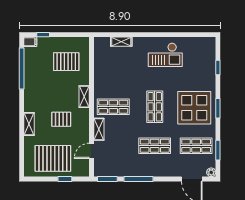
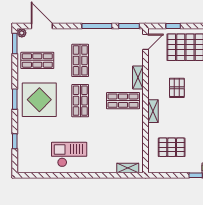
shelving: (121, 42) -> (128, 168), moved
pallet: (61, 119) -> (177, 88), turned 90
shop shelf: (155, 146) -> (80, 60), turned 90
window: (218, 150) -> (15, 44), moved
door: (91, 151) -> (146, 42), moved

